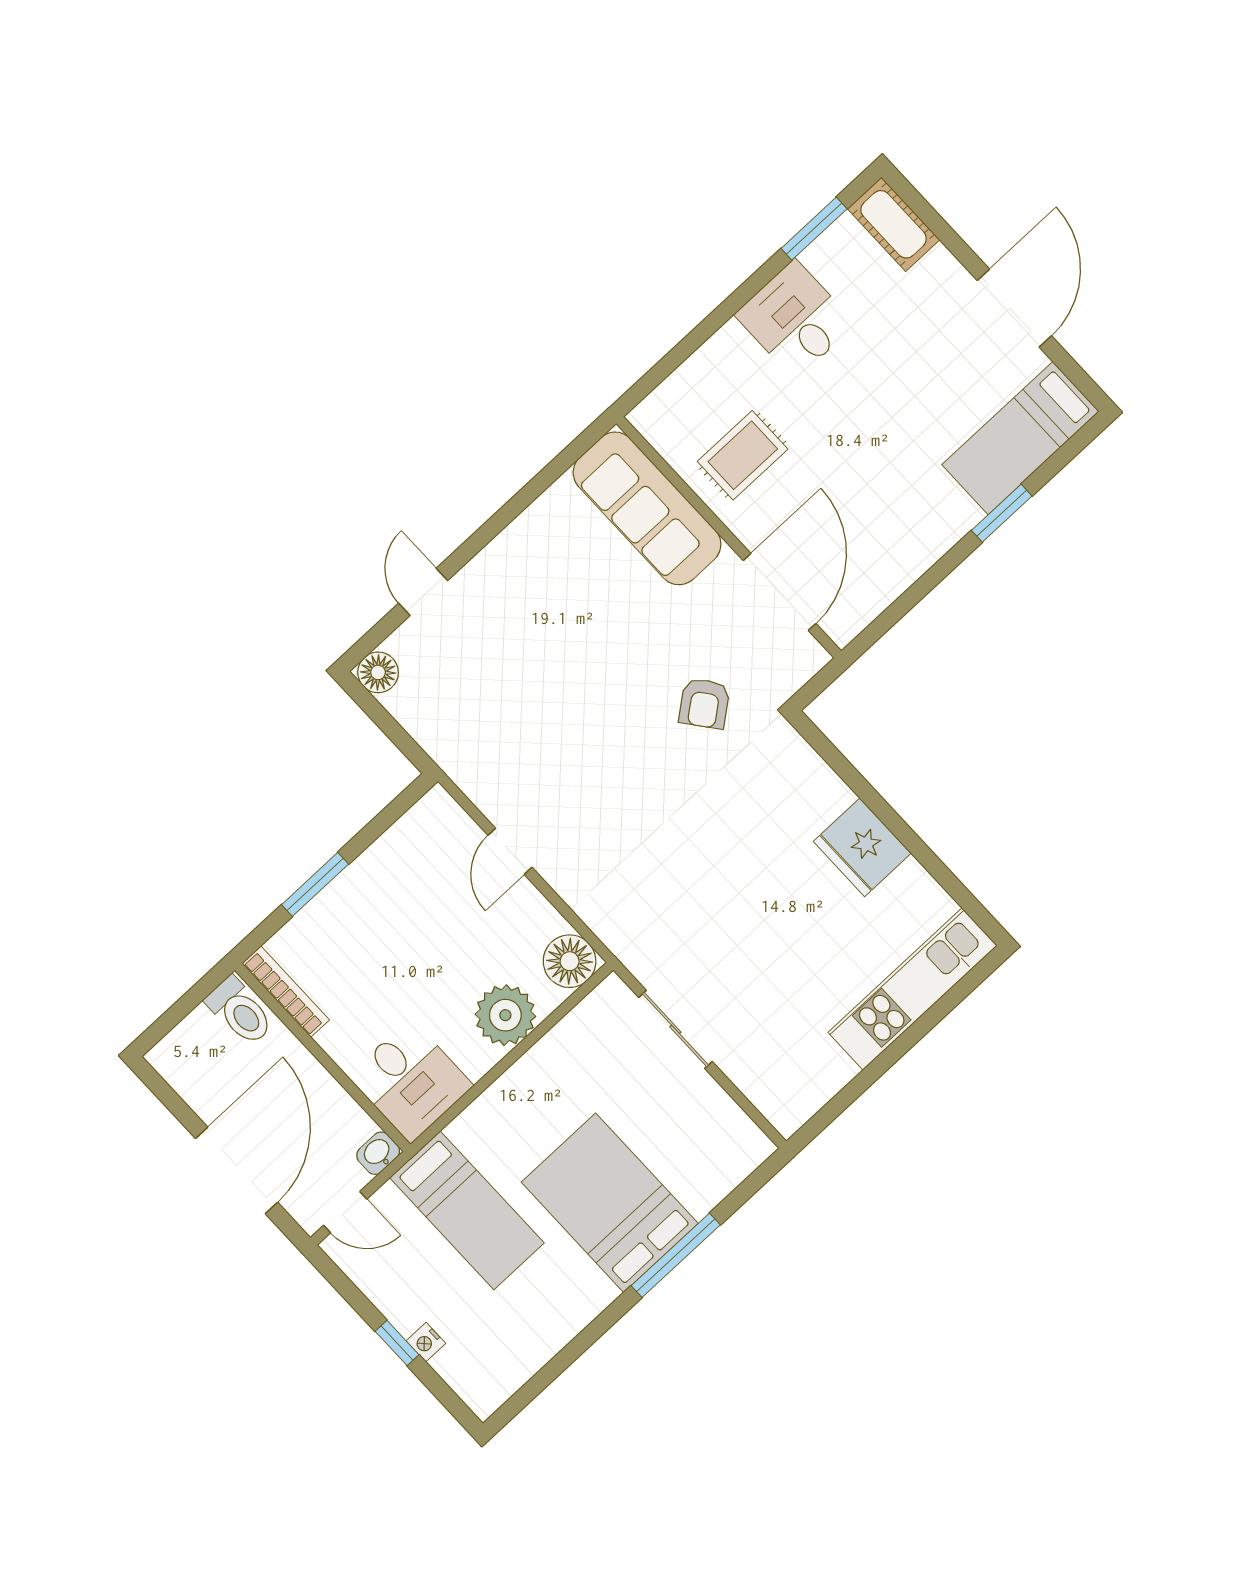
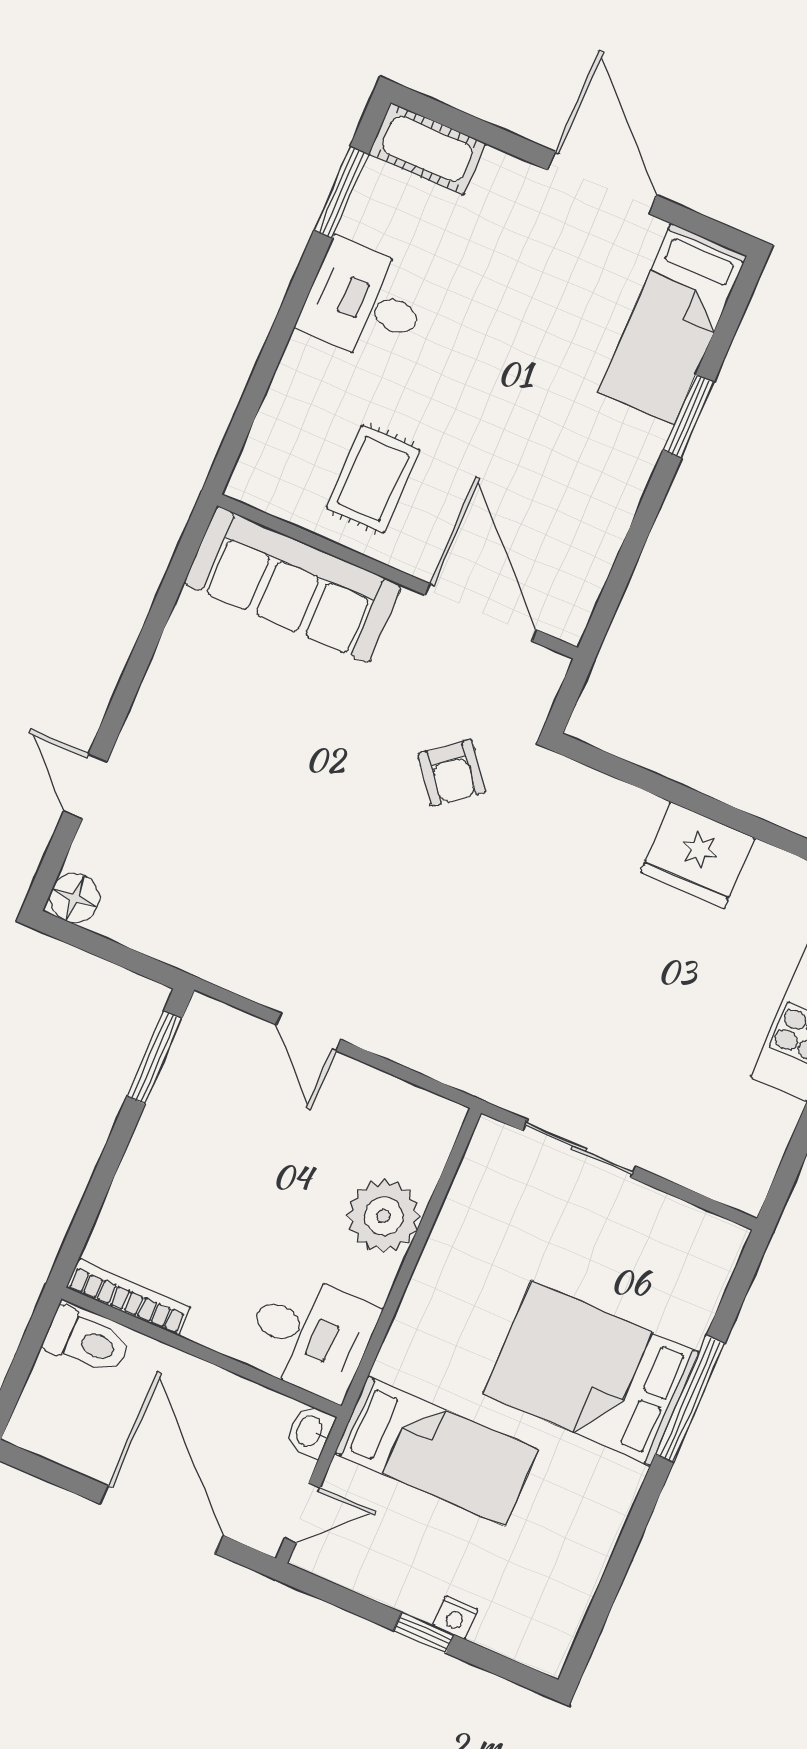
window: (315, 884) -> (154, 1058), moved
floor lamp: (570, 961) -> (428, 1125), removed

